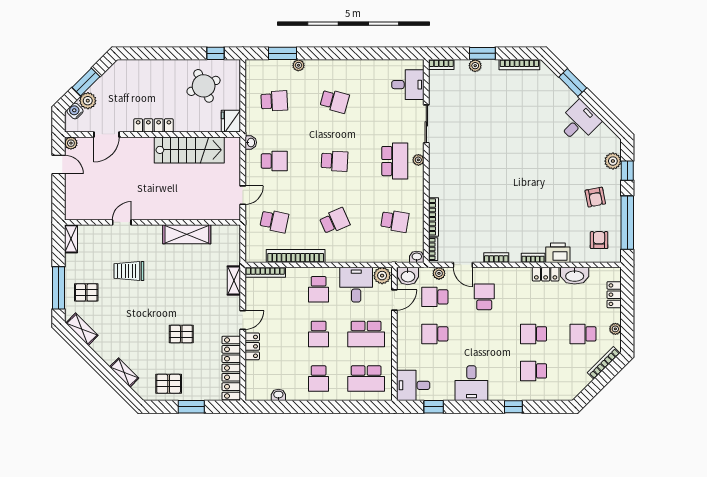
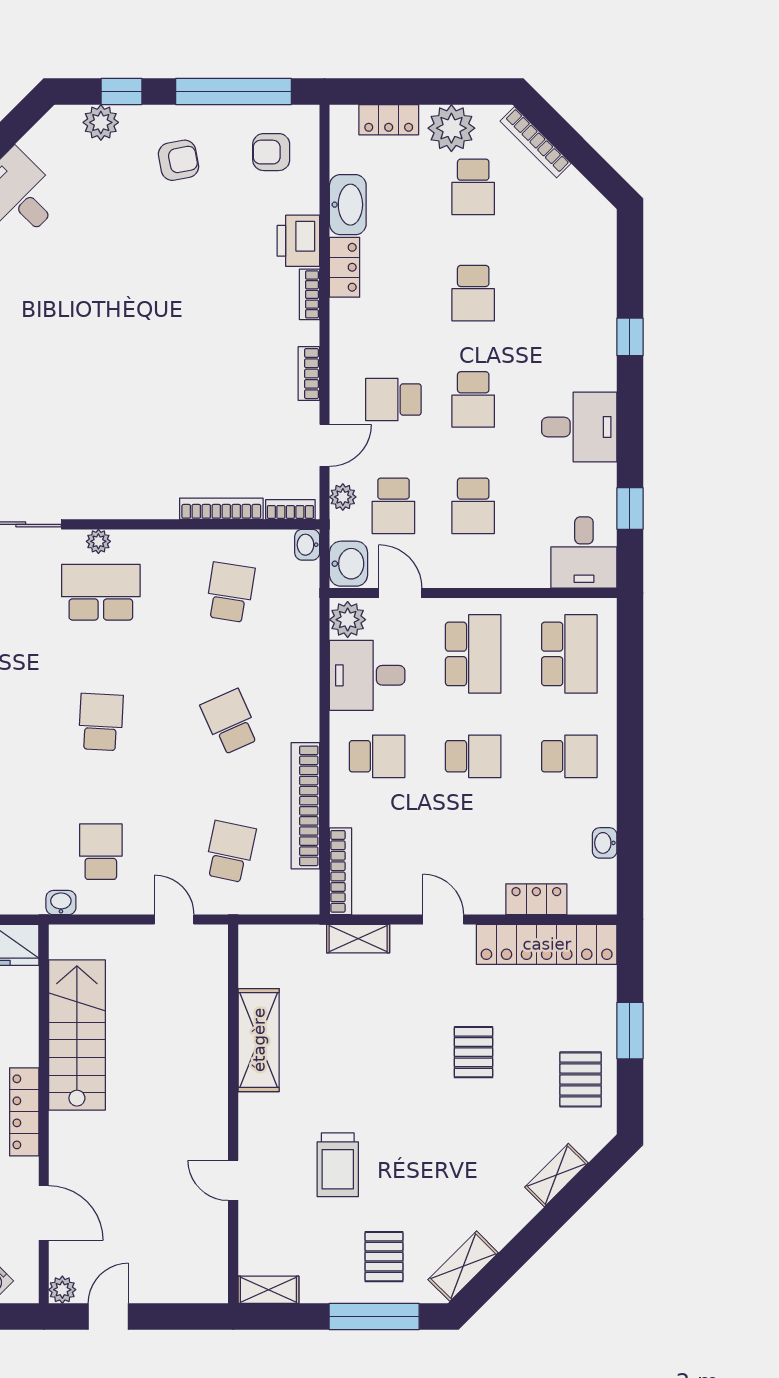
plant: (615, 329) -> (451, 128), width x1.88, depth x1.88
locker: (252, 346) -> (536, 899), moved
school desk: (534, 371) -> (473, 399), moved

